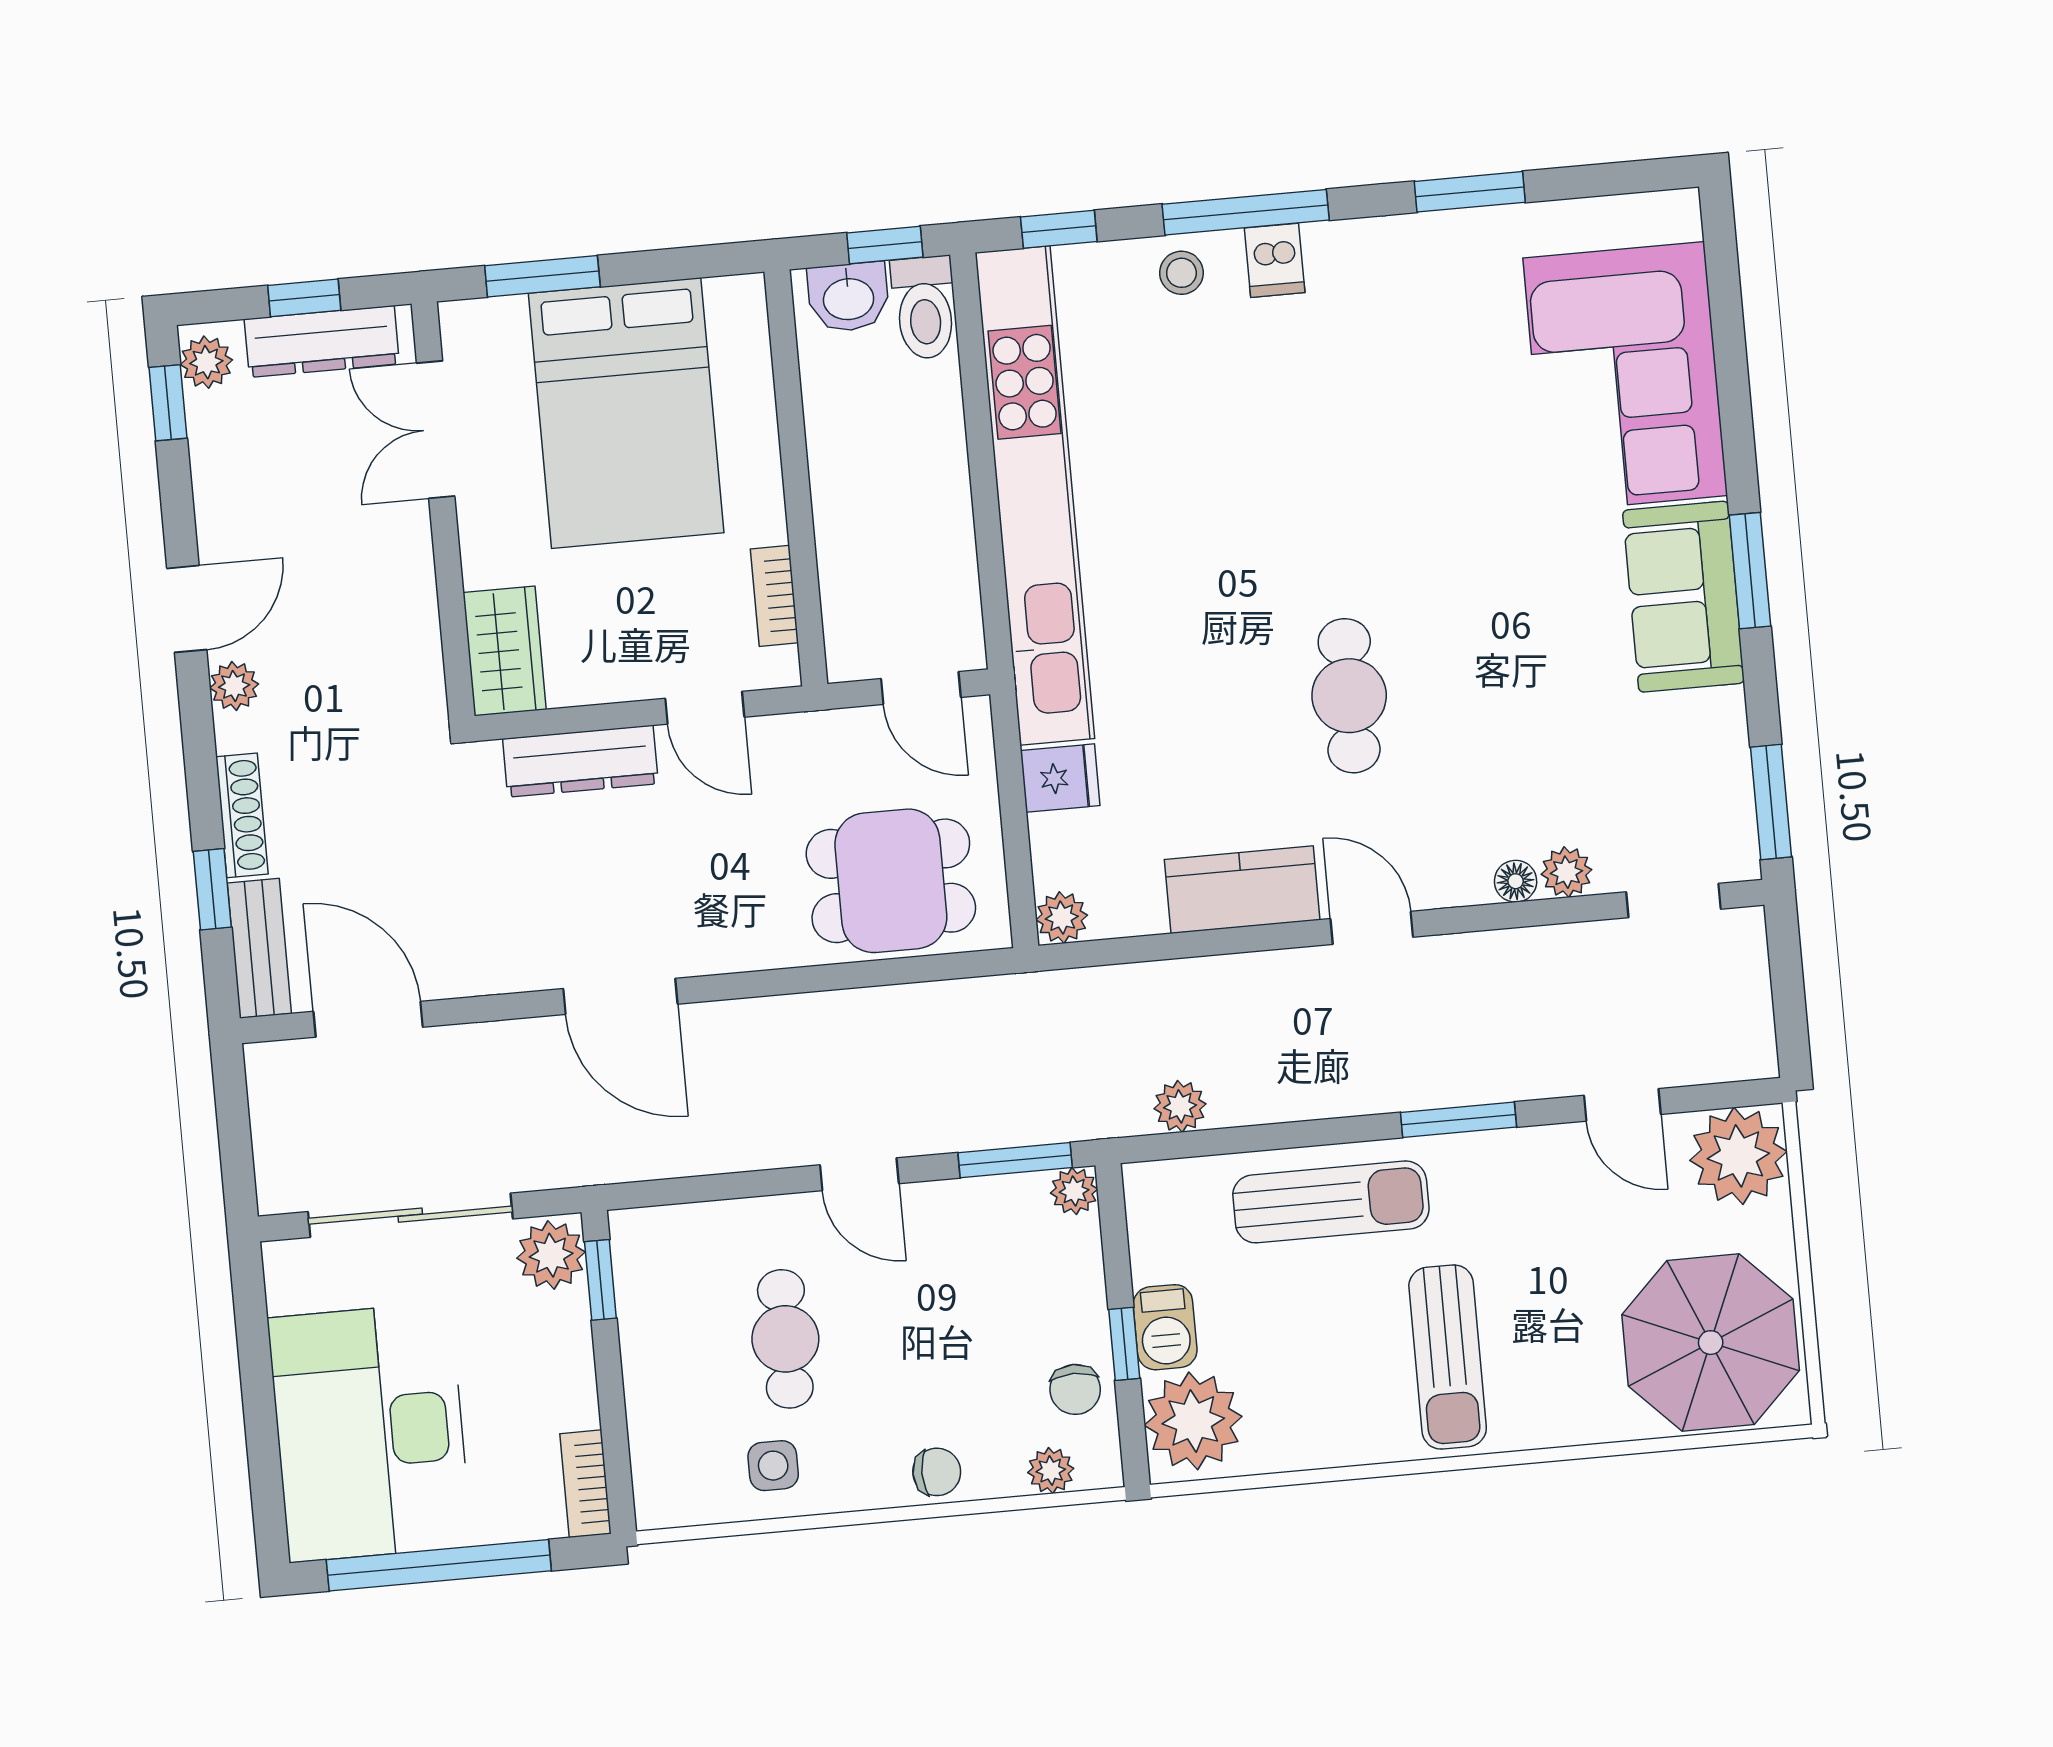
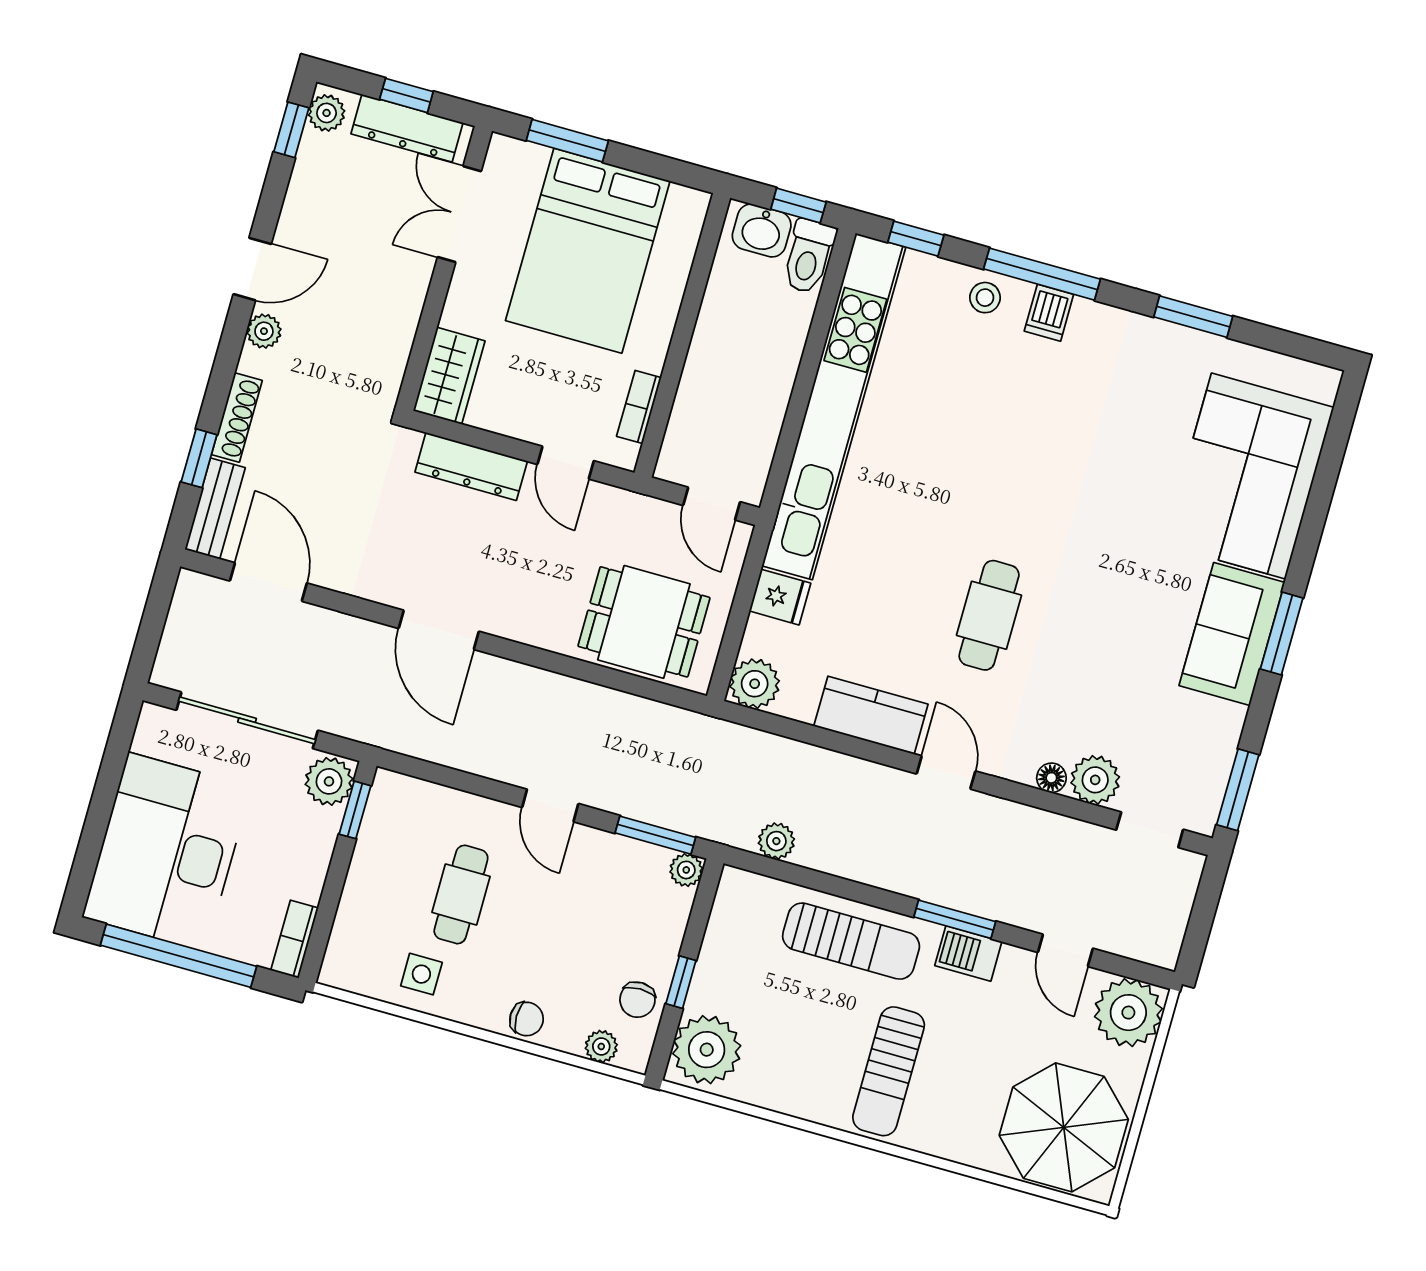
plant: (1566, 872) -> (1095, 780), width x1.38, depth x1.38
plant: (1062, 918) -> (755, 684), width x1.38, depth x1.38
barbecue: (1165, 1327) -> (968, 954), moved, turned 90

